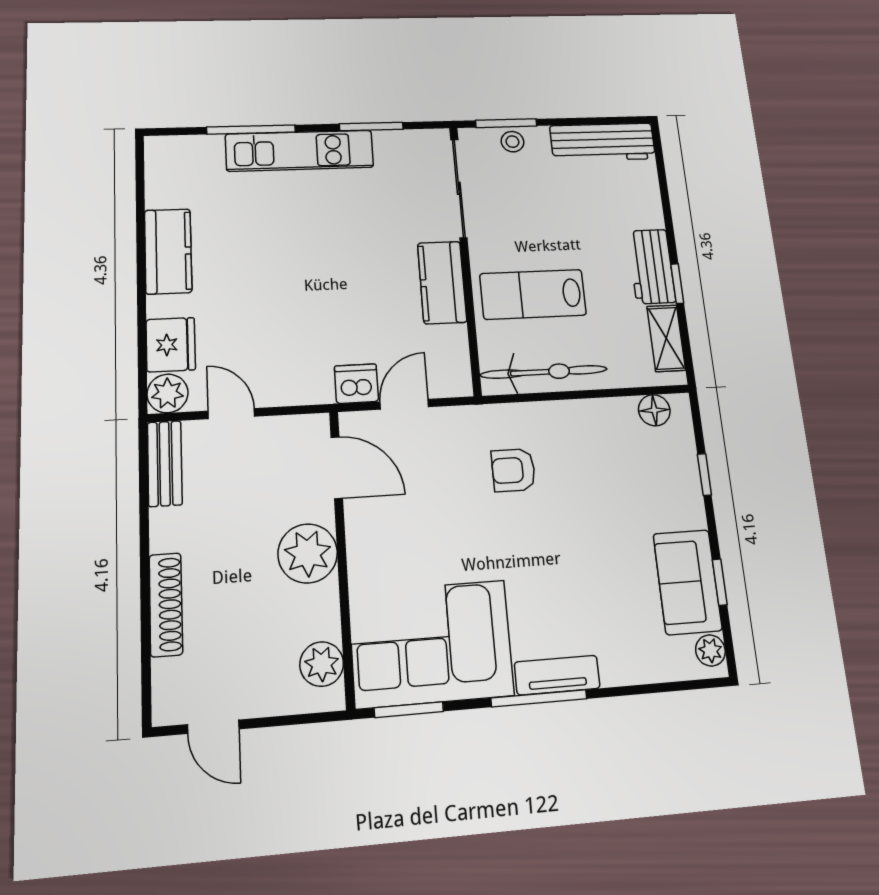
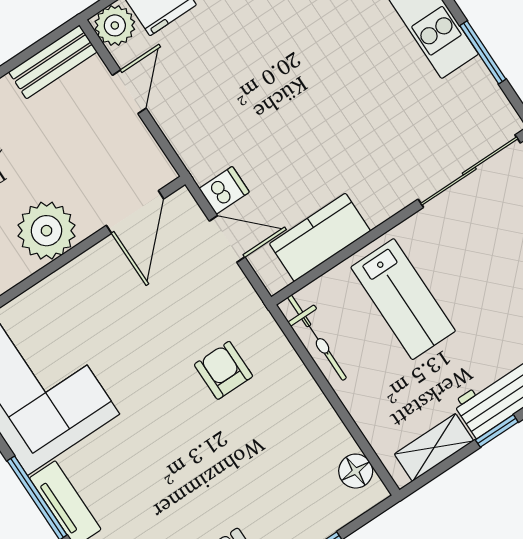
kitchen counter: (442, 282) -> (320, 237), moved
lab bench: (533, 294) -> (403, 299), turned 180
bicycle: (544, 372) -> (317, 338), width x0.73, depth x0.71
dishwasher: (356, 384) -> (224, 190), width x0.73

